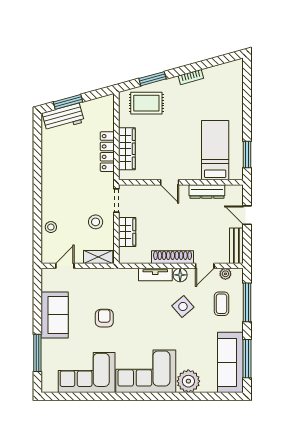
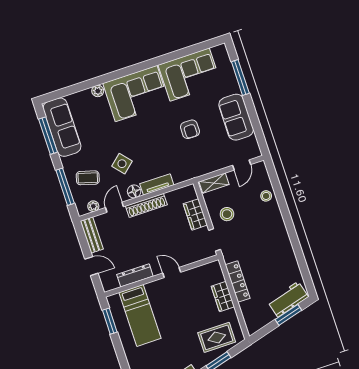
wardrobe: (127, 149) -> (223, 296), width x0.67
coffee table: (221, 304) -> (88, 178), turned -74
plant: (188, 381) -> (98, 91), width x0.53, depth x0.53

